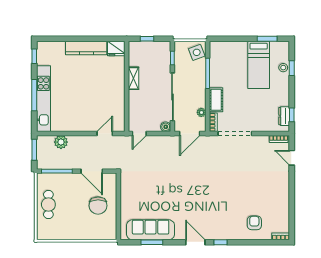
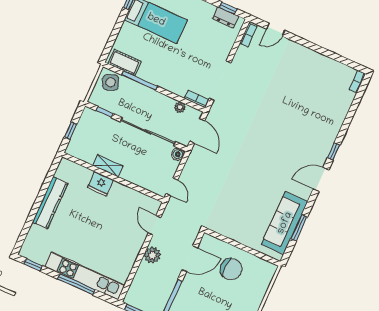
fridge: (116, 49) -> (100, 184), moved, turned 90
cot: (216, 100) -> (124, 63), moved
plant: (61, 142) -> (152, 255), moved
armchair: (254, 223) -> (329, 104), removed

